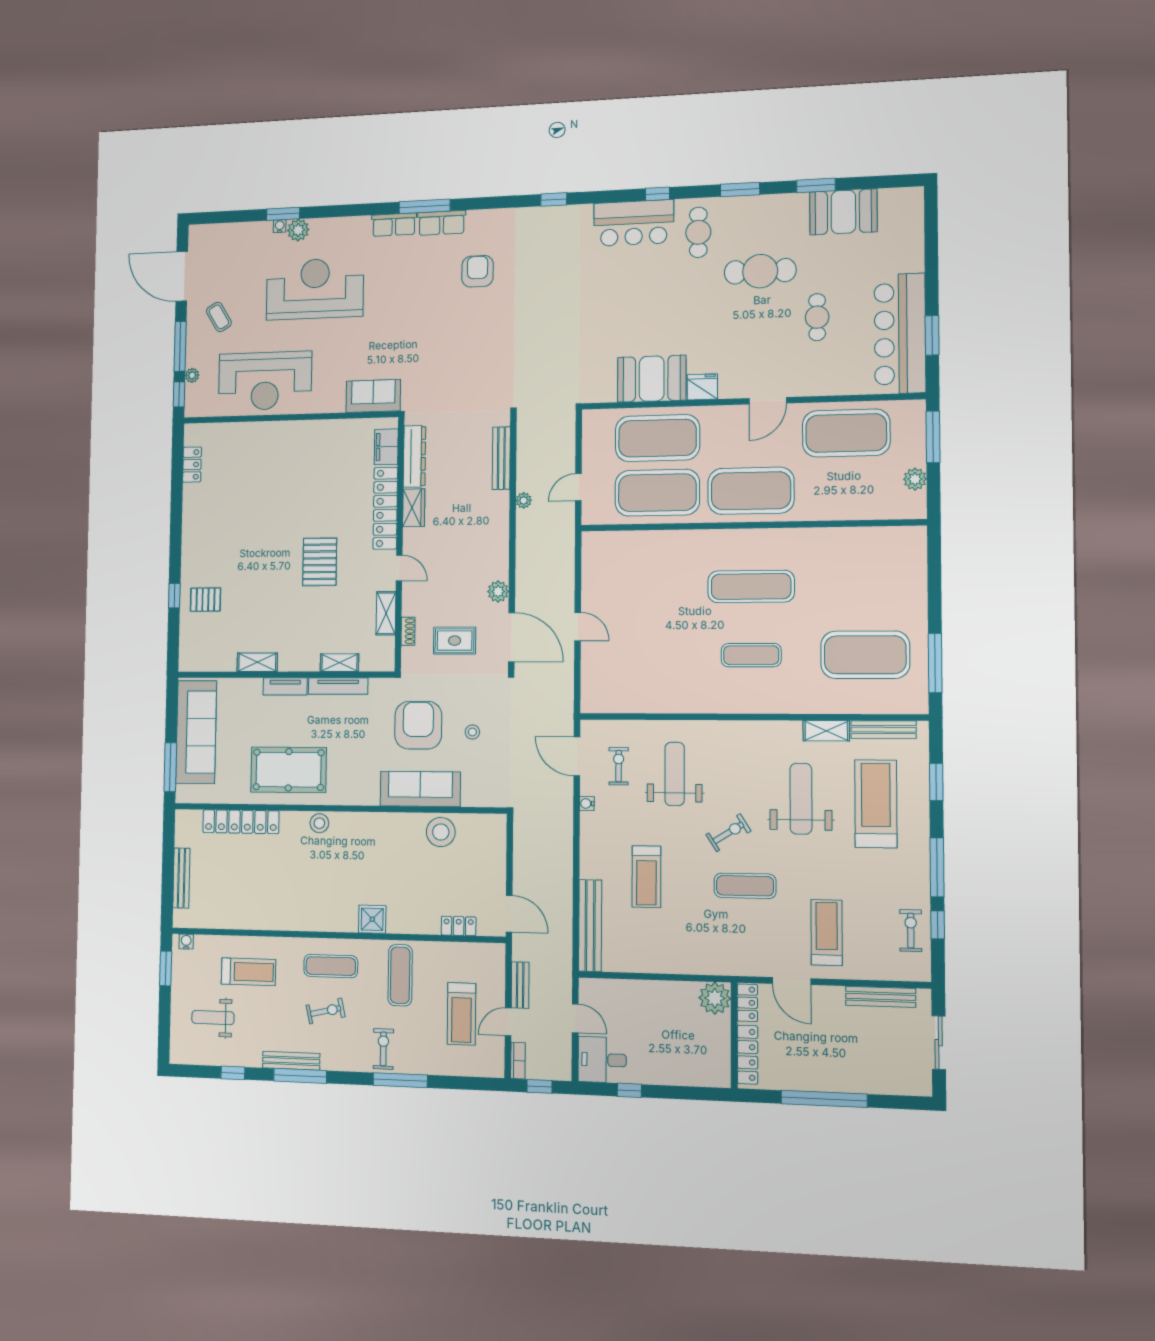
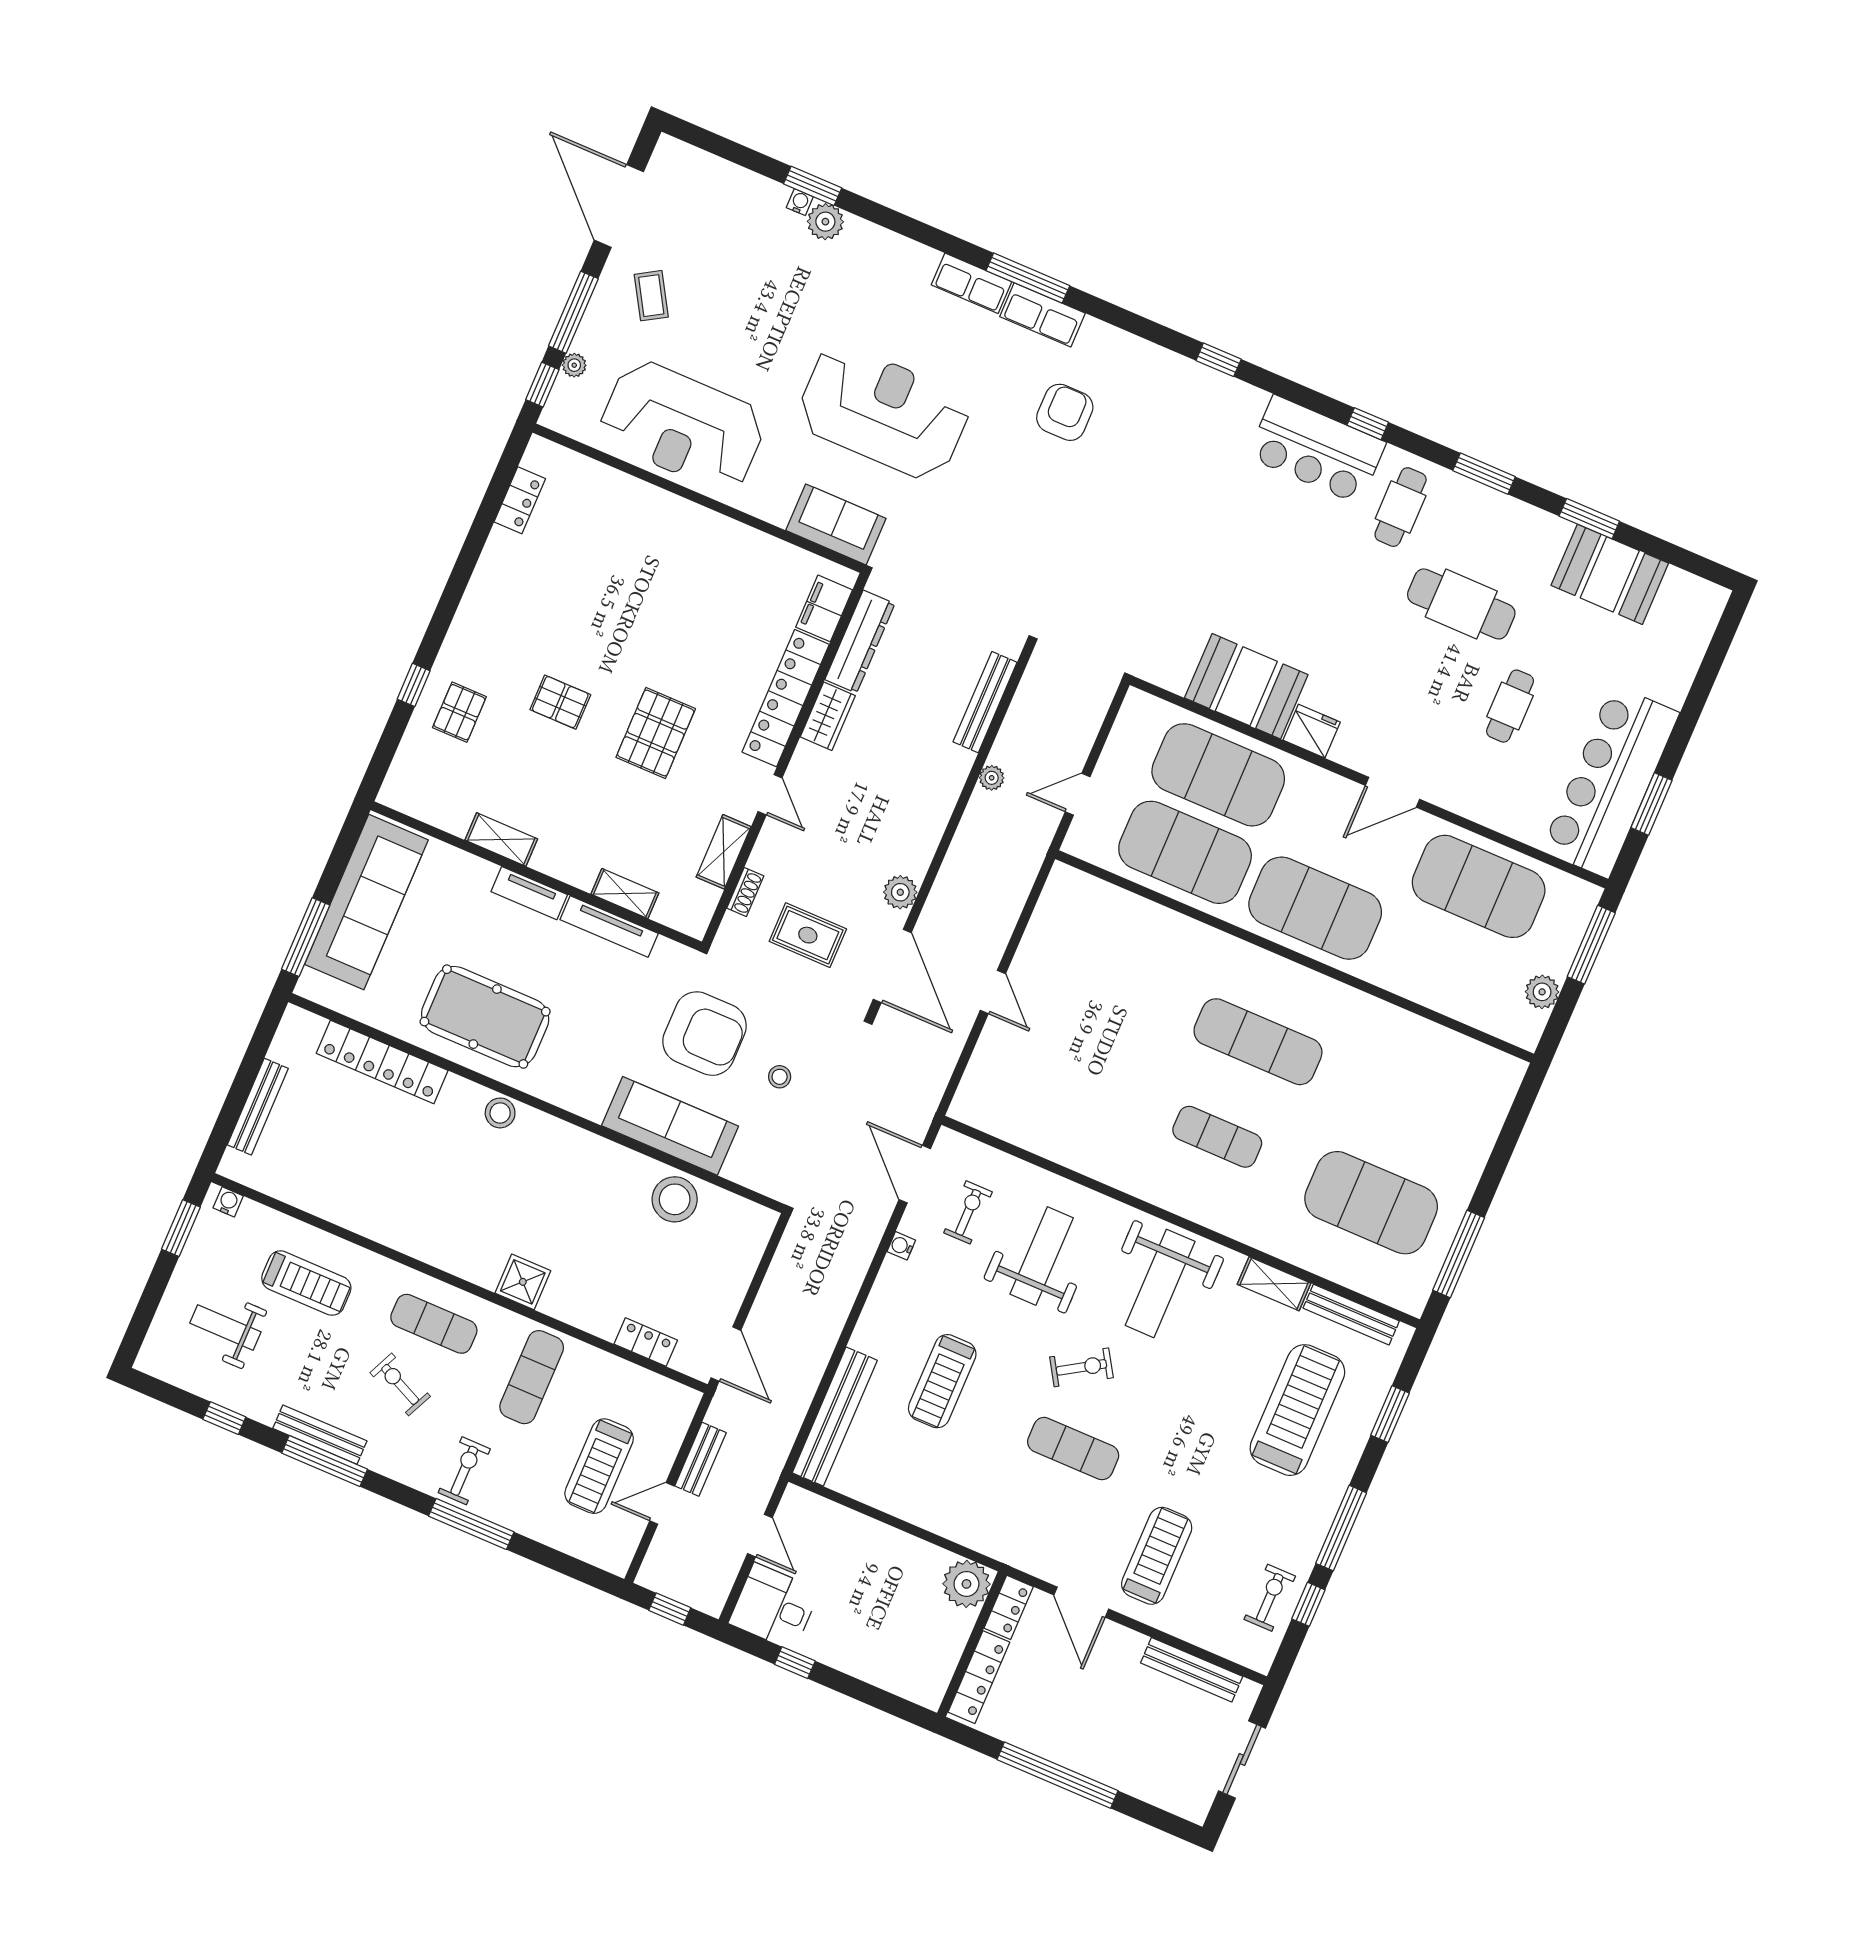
reception desk: (315, 289) -> (883, 412), moved
pallet: (259, 568) -> (560, 702), added
pallet: (205, 600) -> (459, 712), turned 90
armchair: (418, 725) -> (705, 1034), turned 90
weight bench: (801, 799) -> (1160, 1283), moved, turned 180
exercise bike: (326, 1011) -> (400, 1384), turned -142
bookcase: (518, 1061) -> (654, 1562), removed

